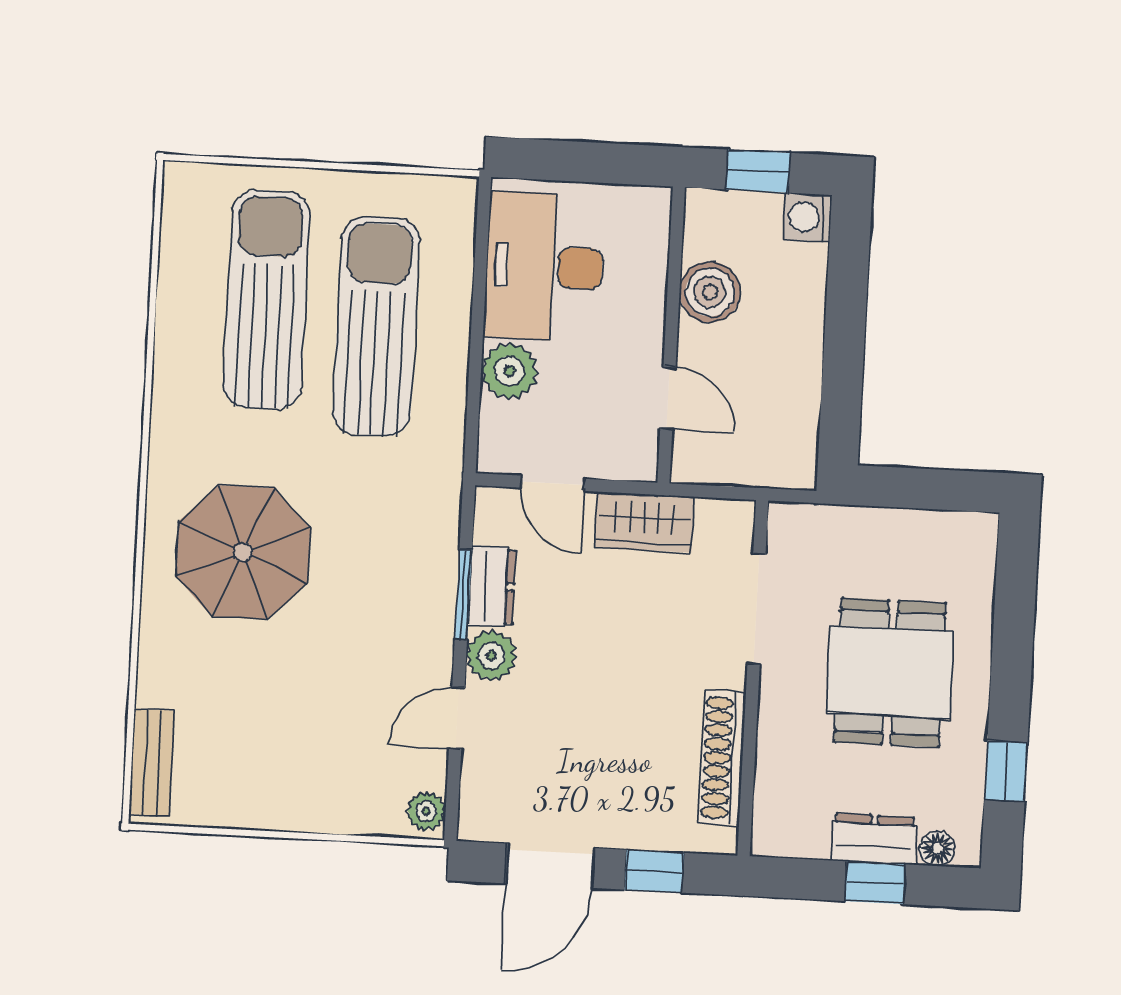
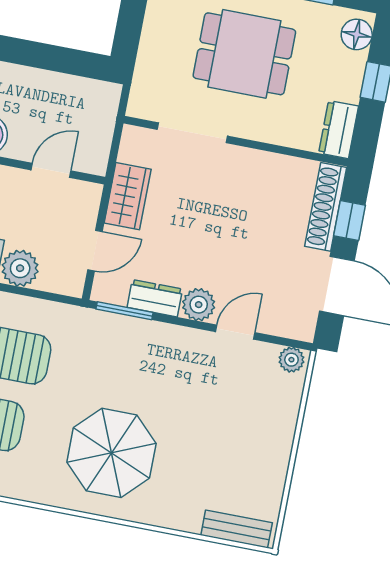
window: (463, 595) -> (125, 311), moved
door: (457, 718) -> (235, 332), swing flipped
shoe rack: (722, 758) -> (326, 207), moved, turned 90
dresser: (874, 839) -> (339, 130), moved
floor lamp: (937, 849) -> (357, 34), width x1.37, depth x1.37

